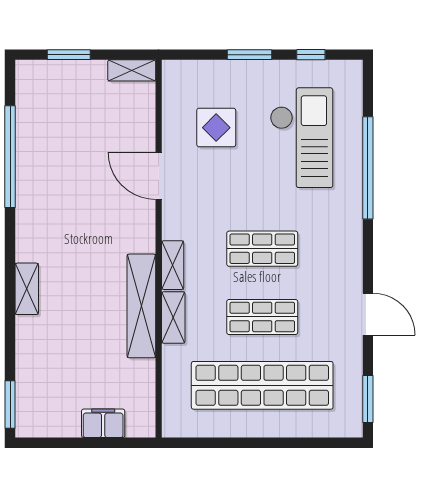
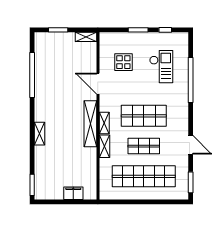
checkout: (301, 138) -> (161, 67), width x0.73, depth x0.83
shop shelf: (262, 249) -> (144, 116), width x1.43, depth x1.36
shelving: (141, 306) -> (90, 124), moved

